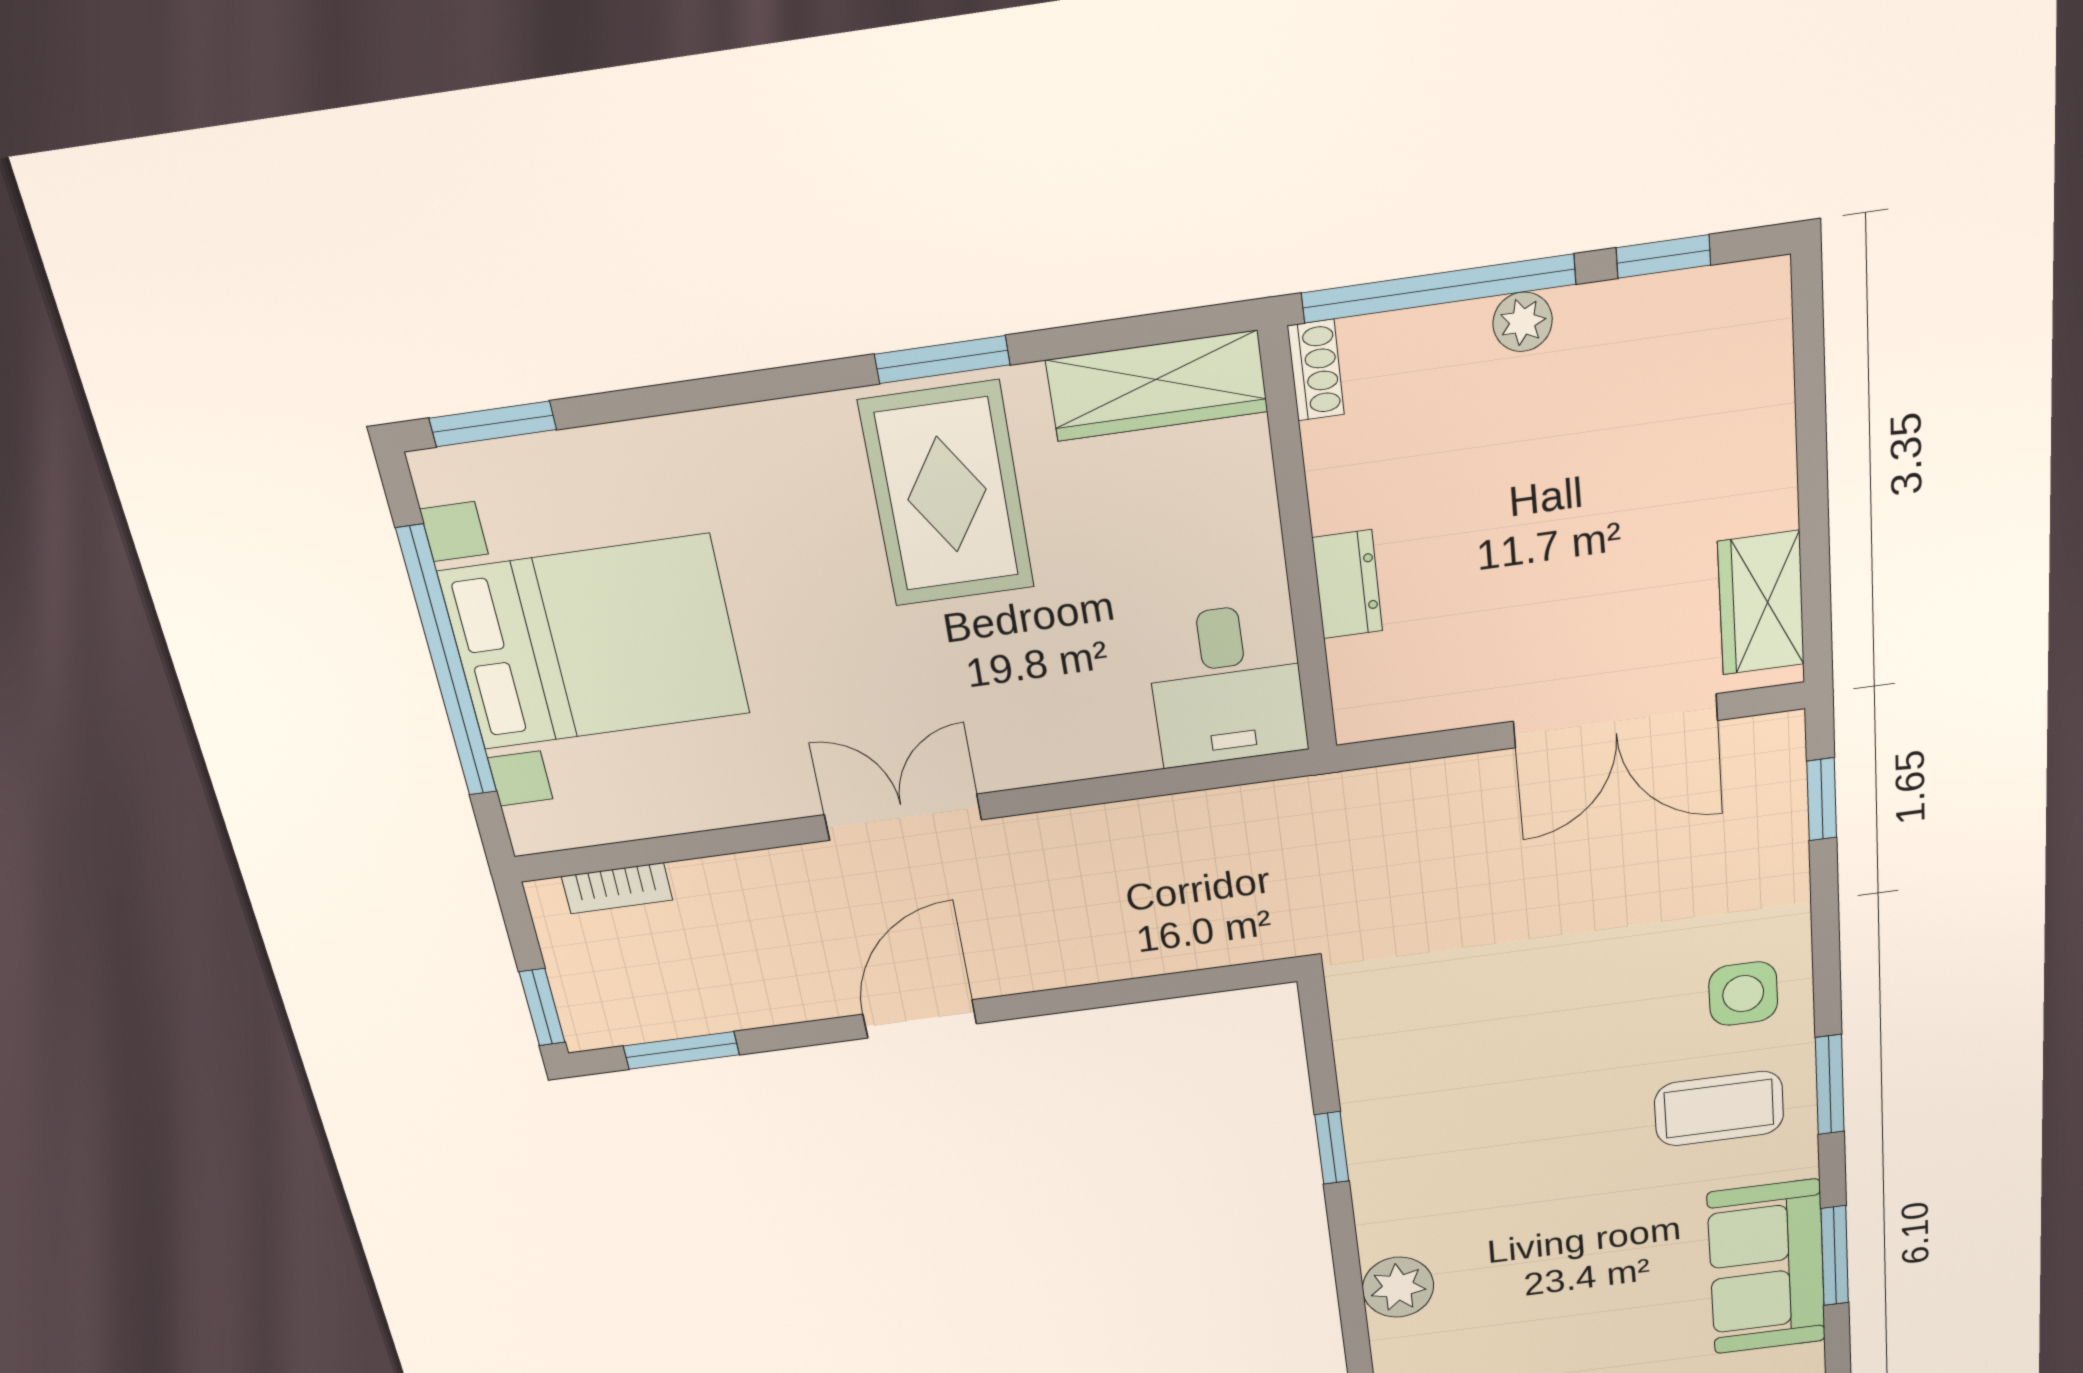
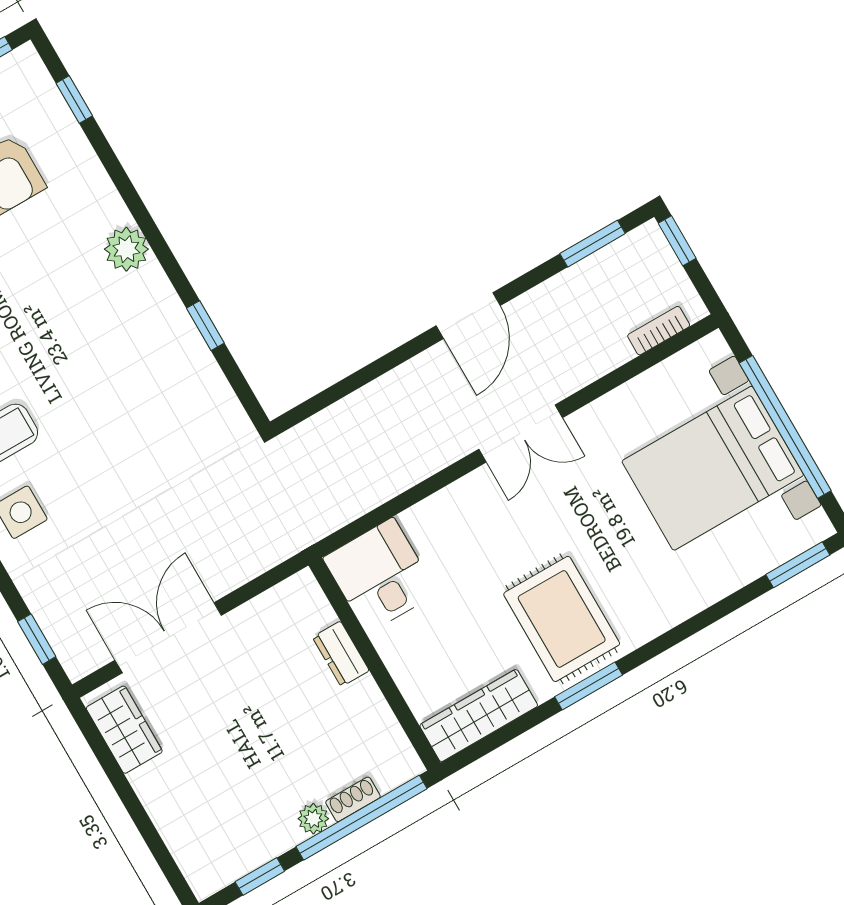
shoe rack: (1316, 370) -> (353, 799), moved, turned 90

